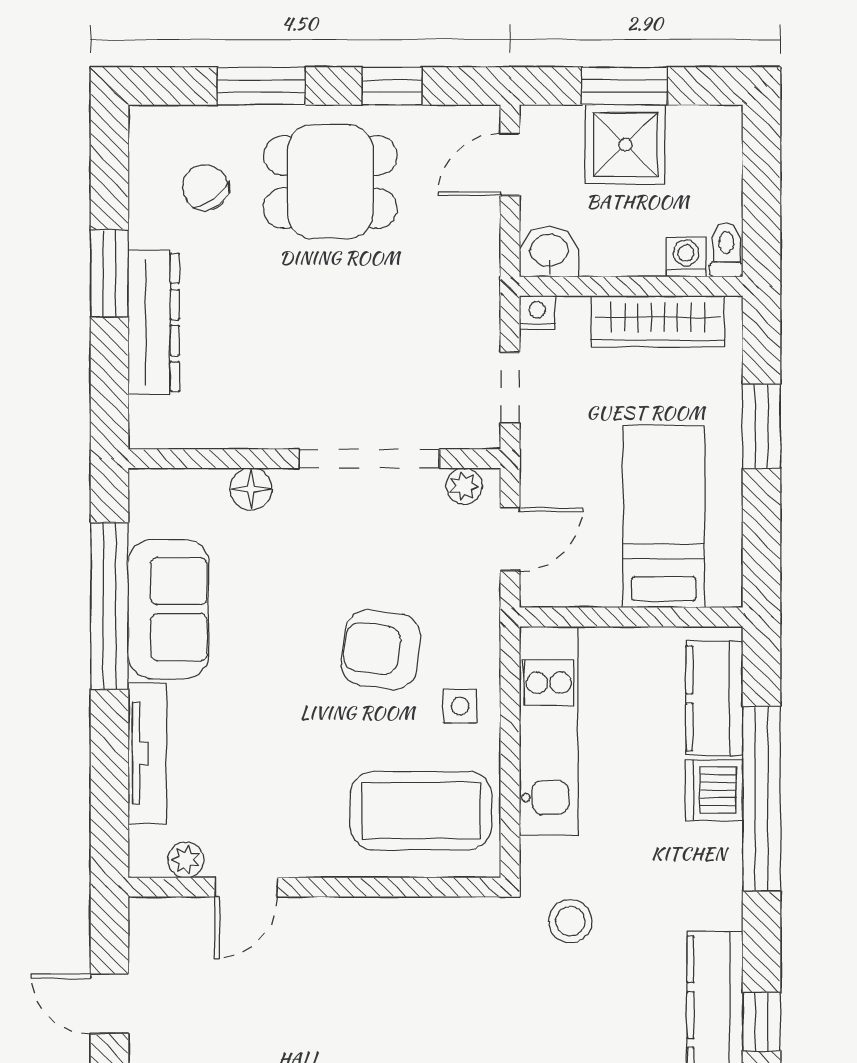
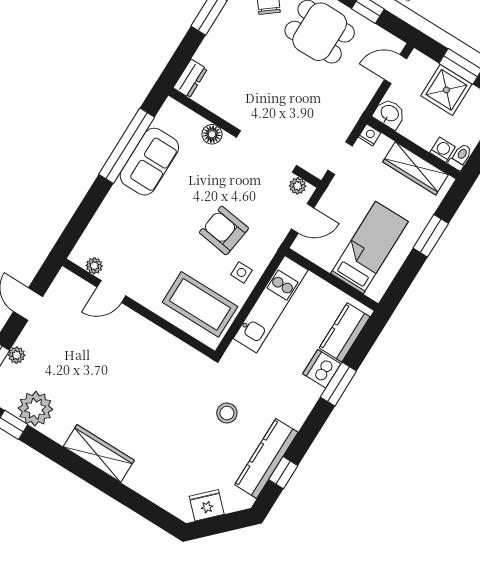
dresser: (154, 322) -> (190, 79), moved, width x0.51, depth x0.80
tv unit: (147, 753) -> (105, 214), removed
window: (762, 799) -> (338, 384), width x0.47
stool: (570, 921) -> (227, 413), moved

